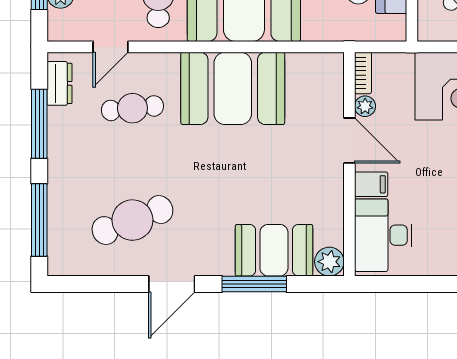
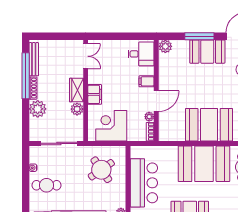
door: (349, 140) -> (156, 101), swing flipped
desk: (383, 235) -> (141, 54), width x0.73
booth: (274, 250) -> (207, 52), moved

